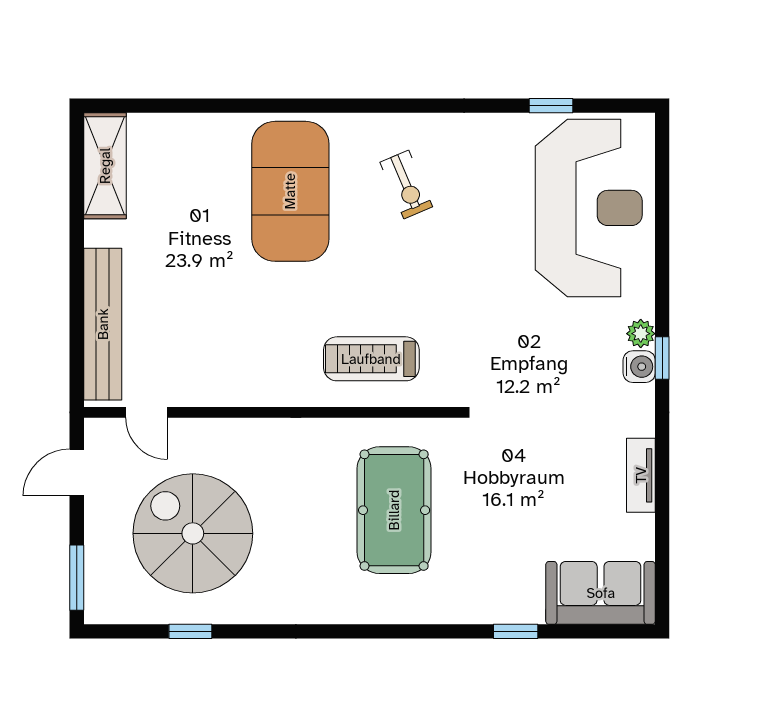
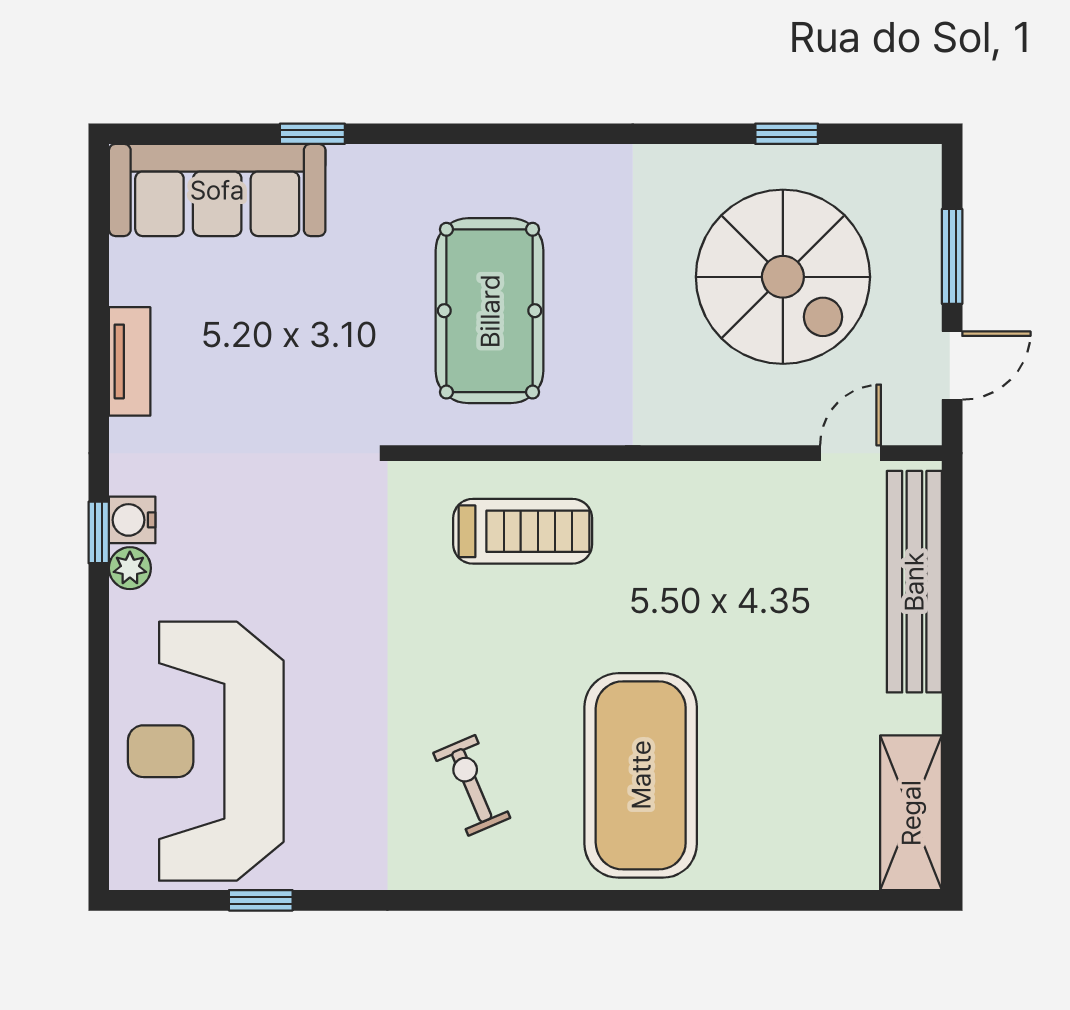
door: (146, 412) -> (851, 453), hinge flipped
window: (77, 578) -> (952, 256), moved
sofa: (601, 593) -> (217, 190), width x1.36

